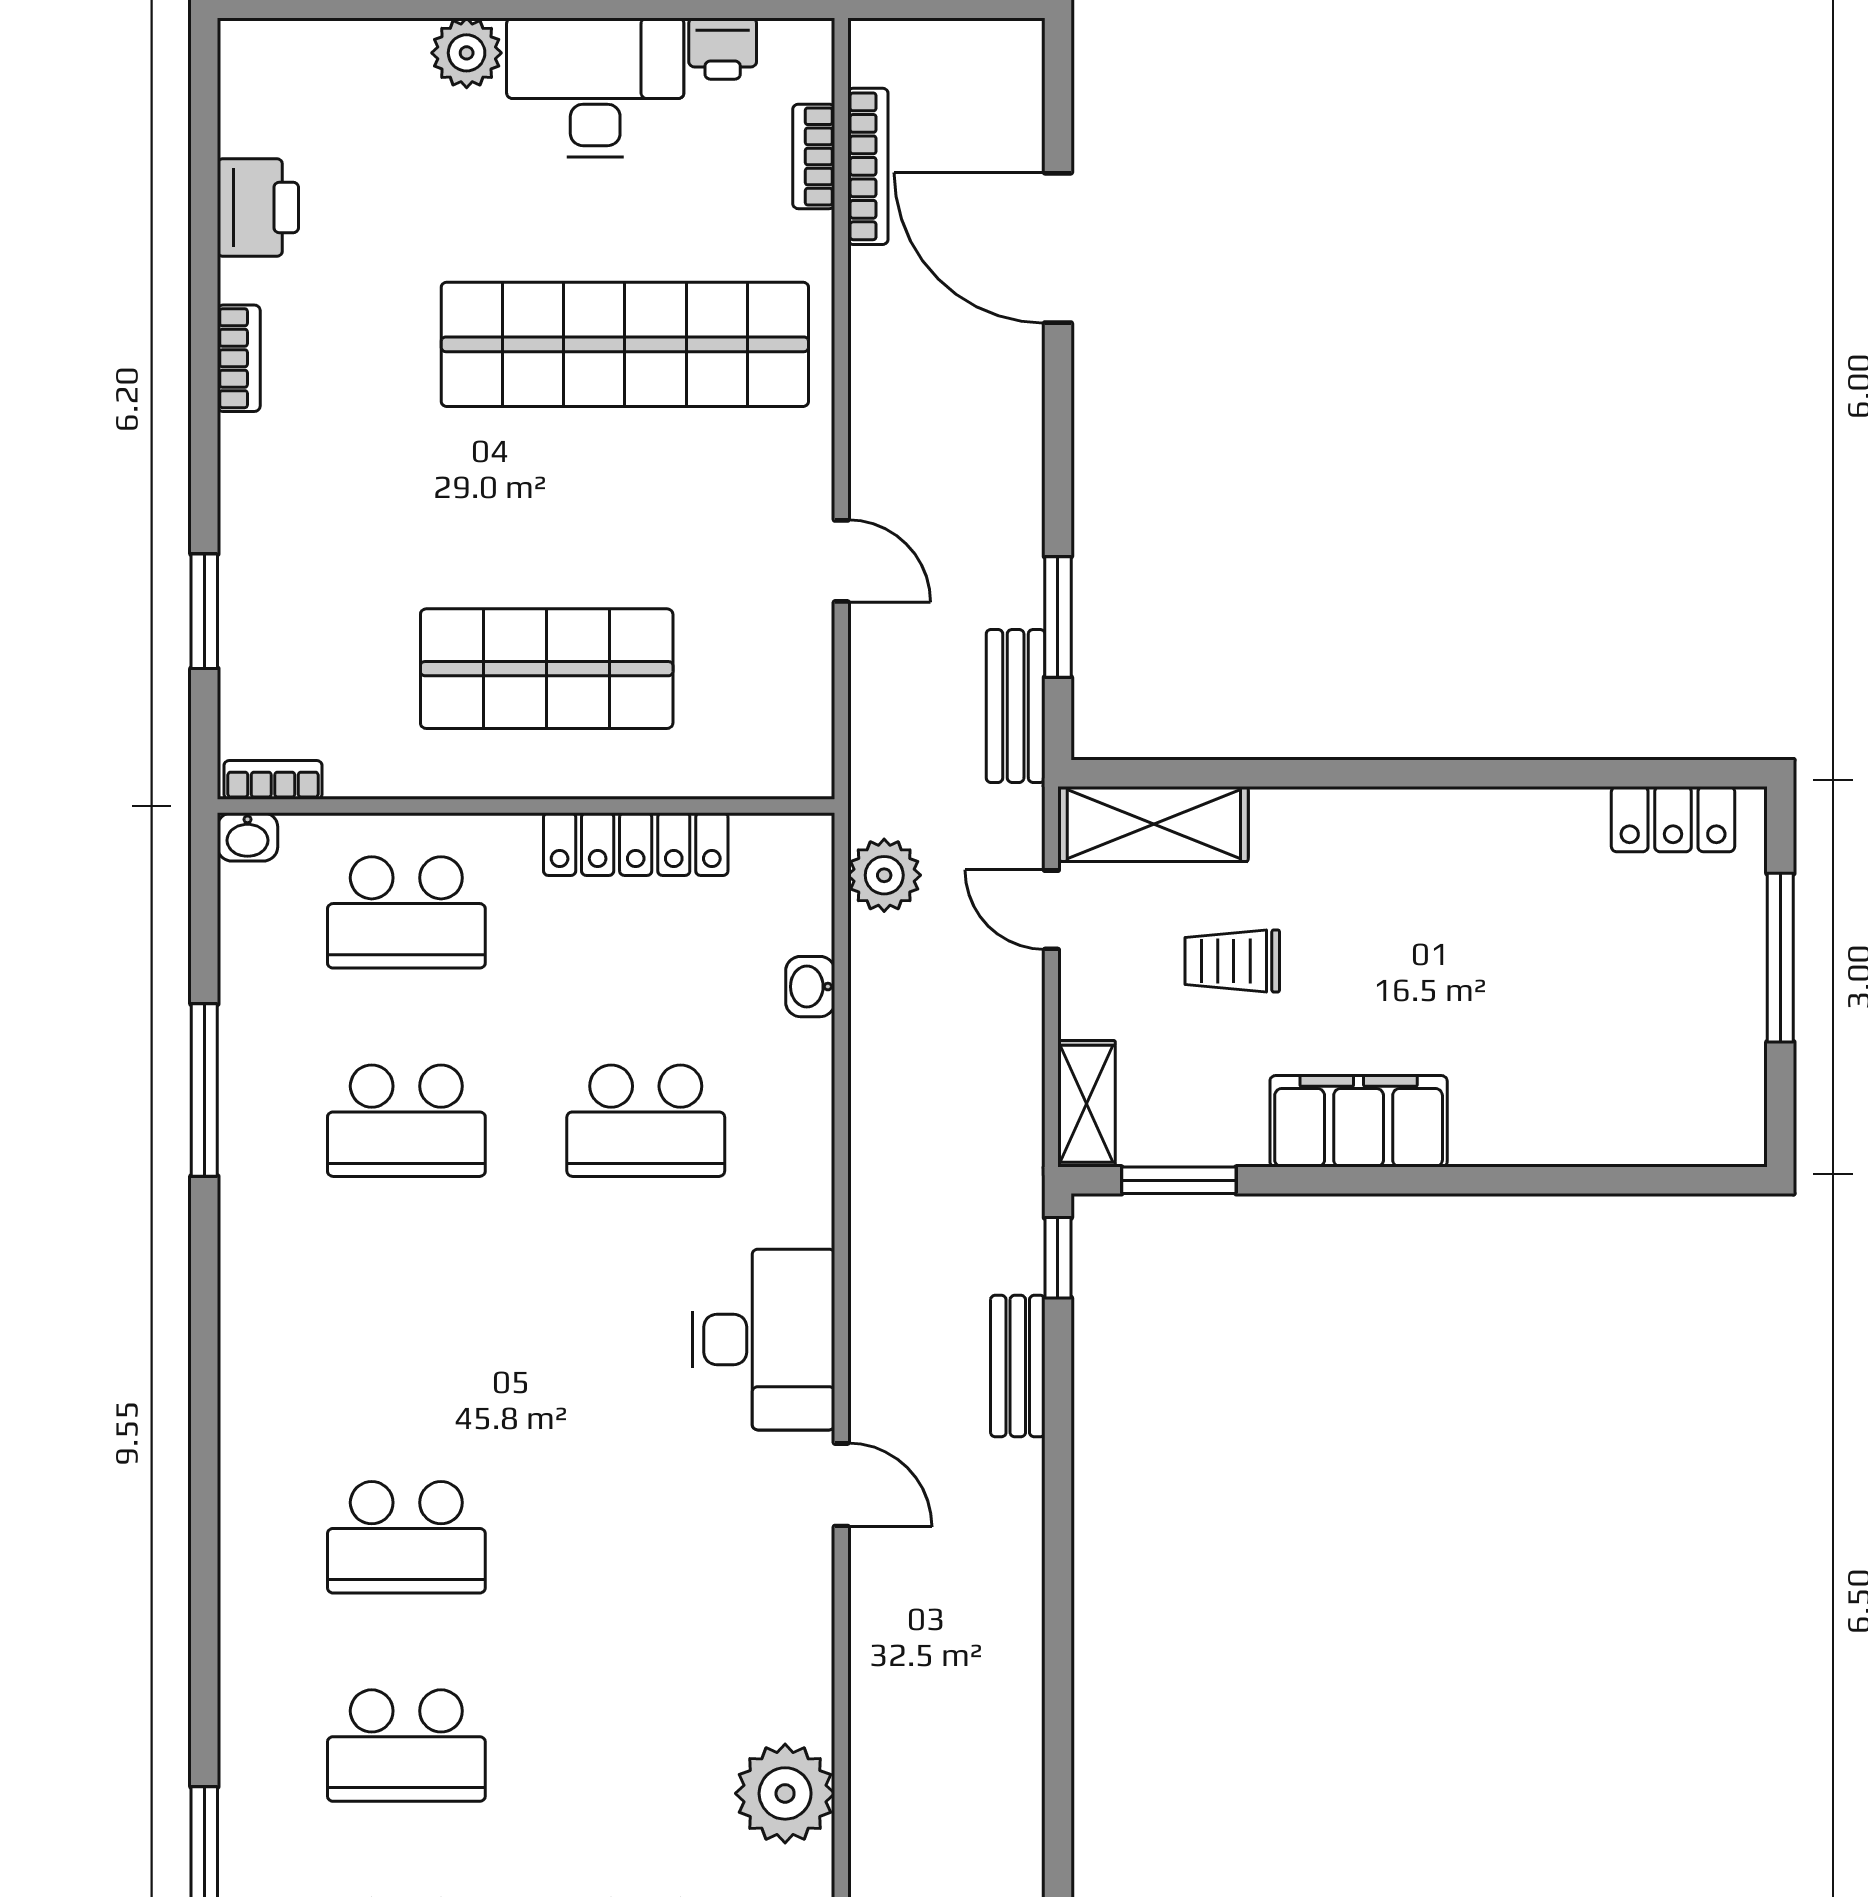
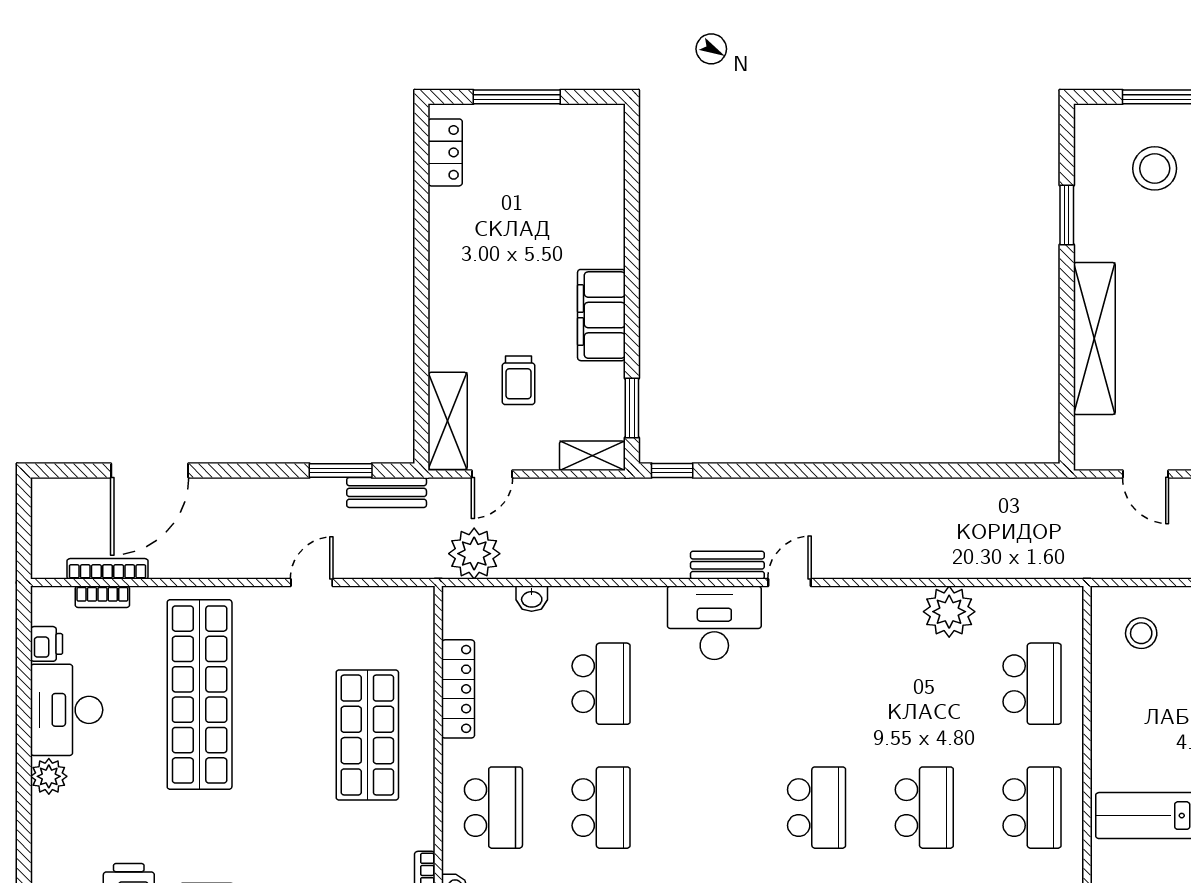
plant: (884, 875) -> (474, 554), width x1.36, depth x1.36
bench: (1018, 1366) -> (727, 565), moved

